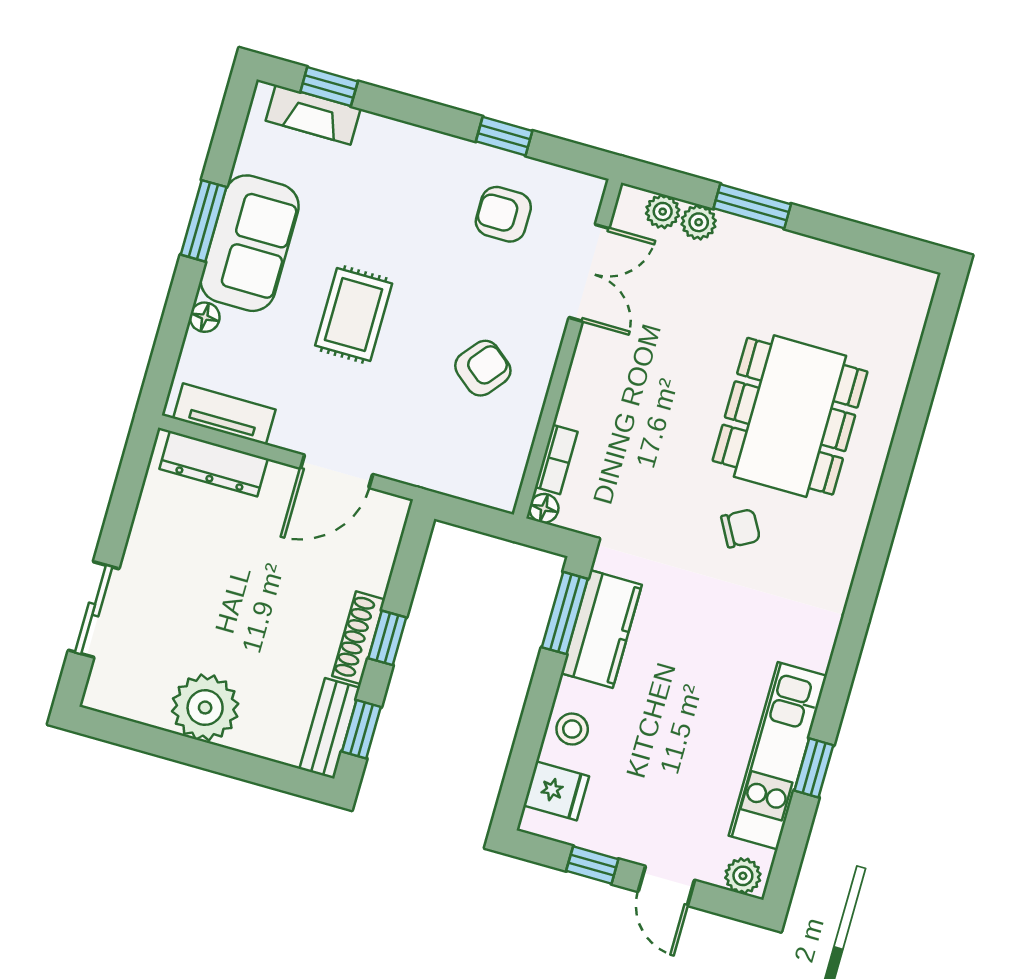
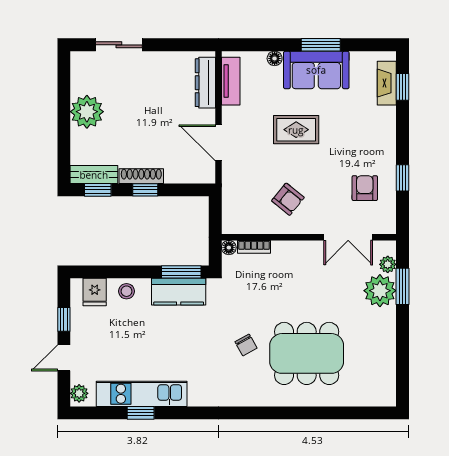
window: (752, 206) -> (402, 286), moved
plant: (699, 222) -> (380, 291), width x1.88, depth x1.88

